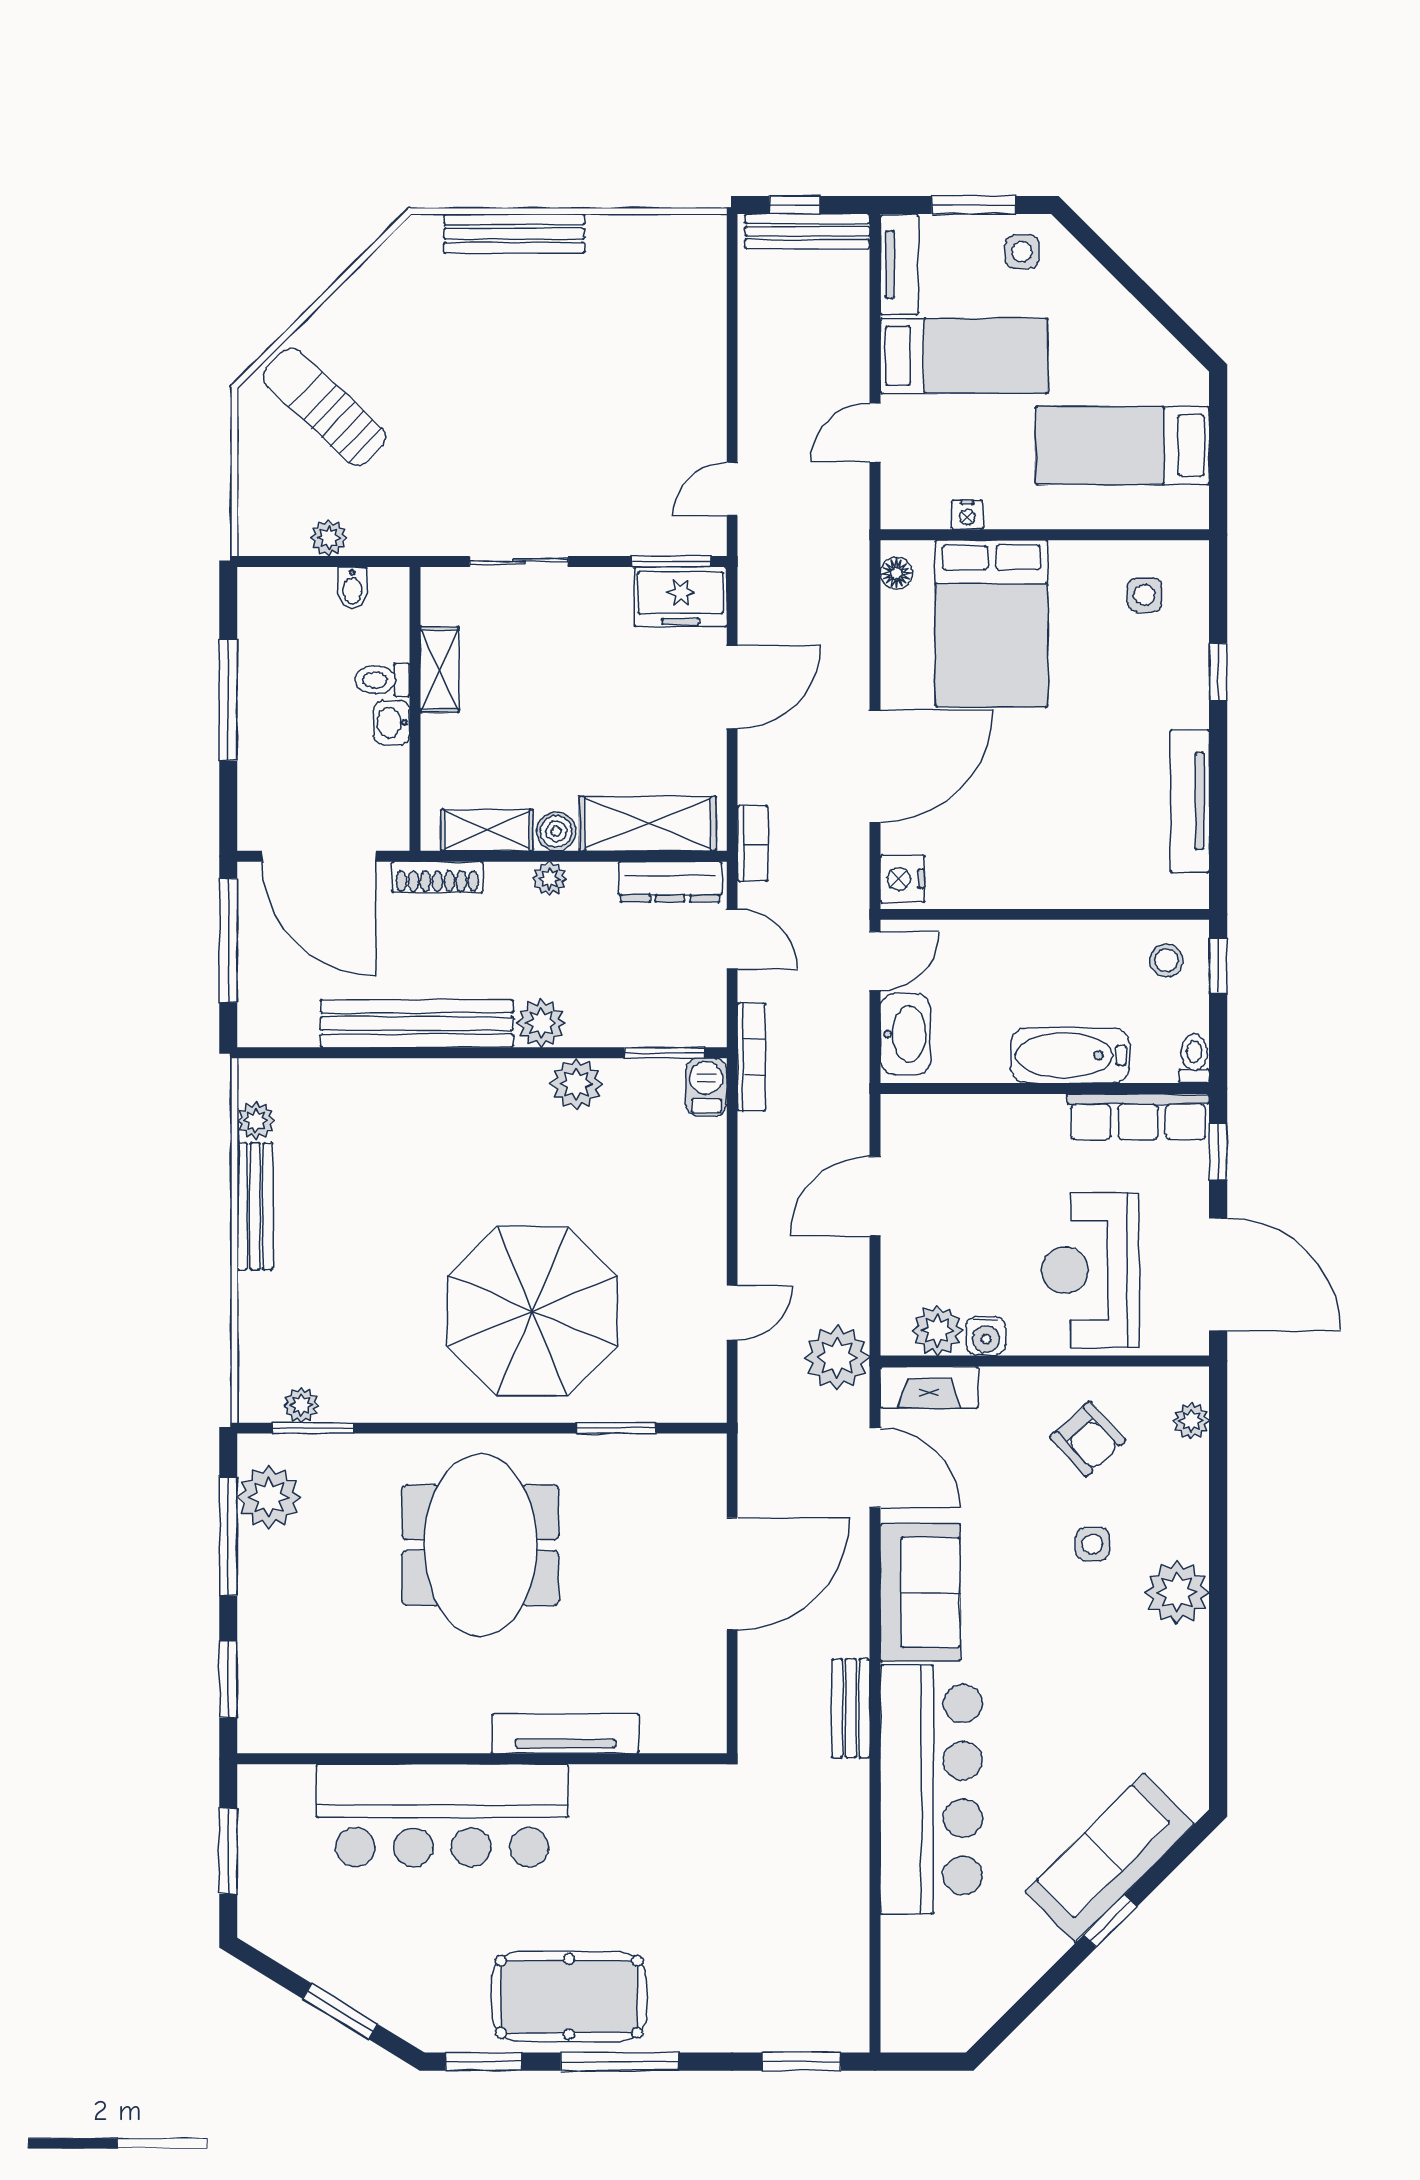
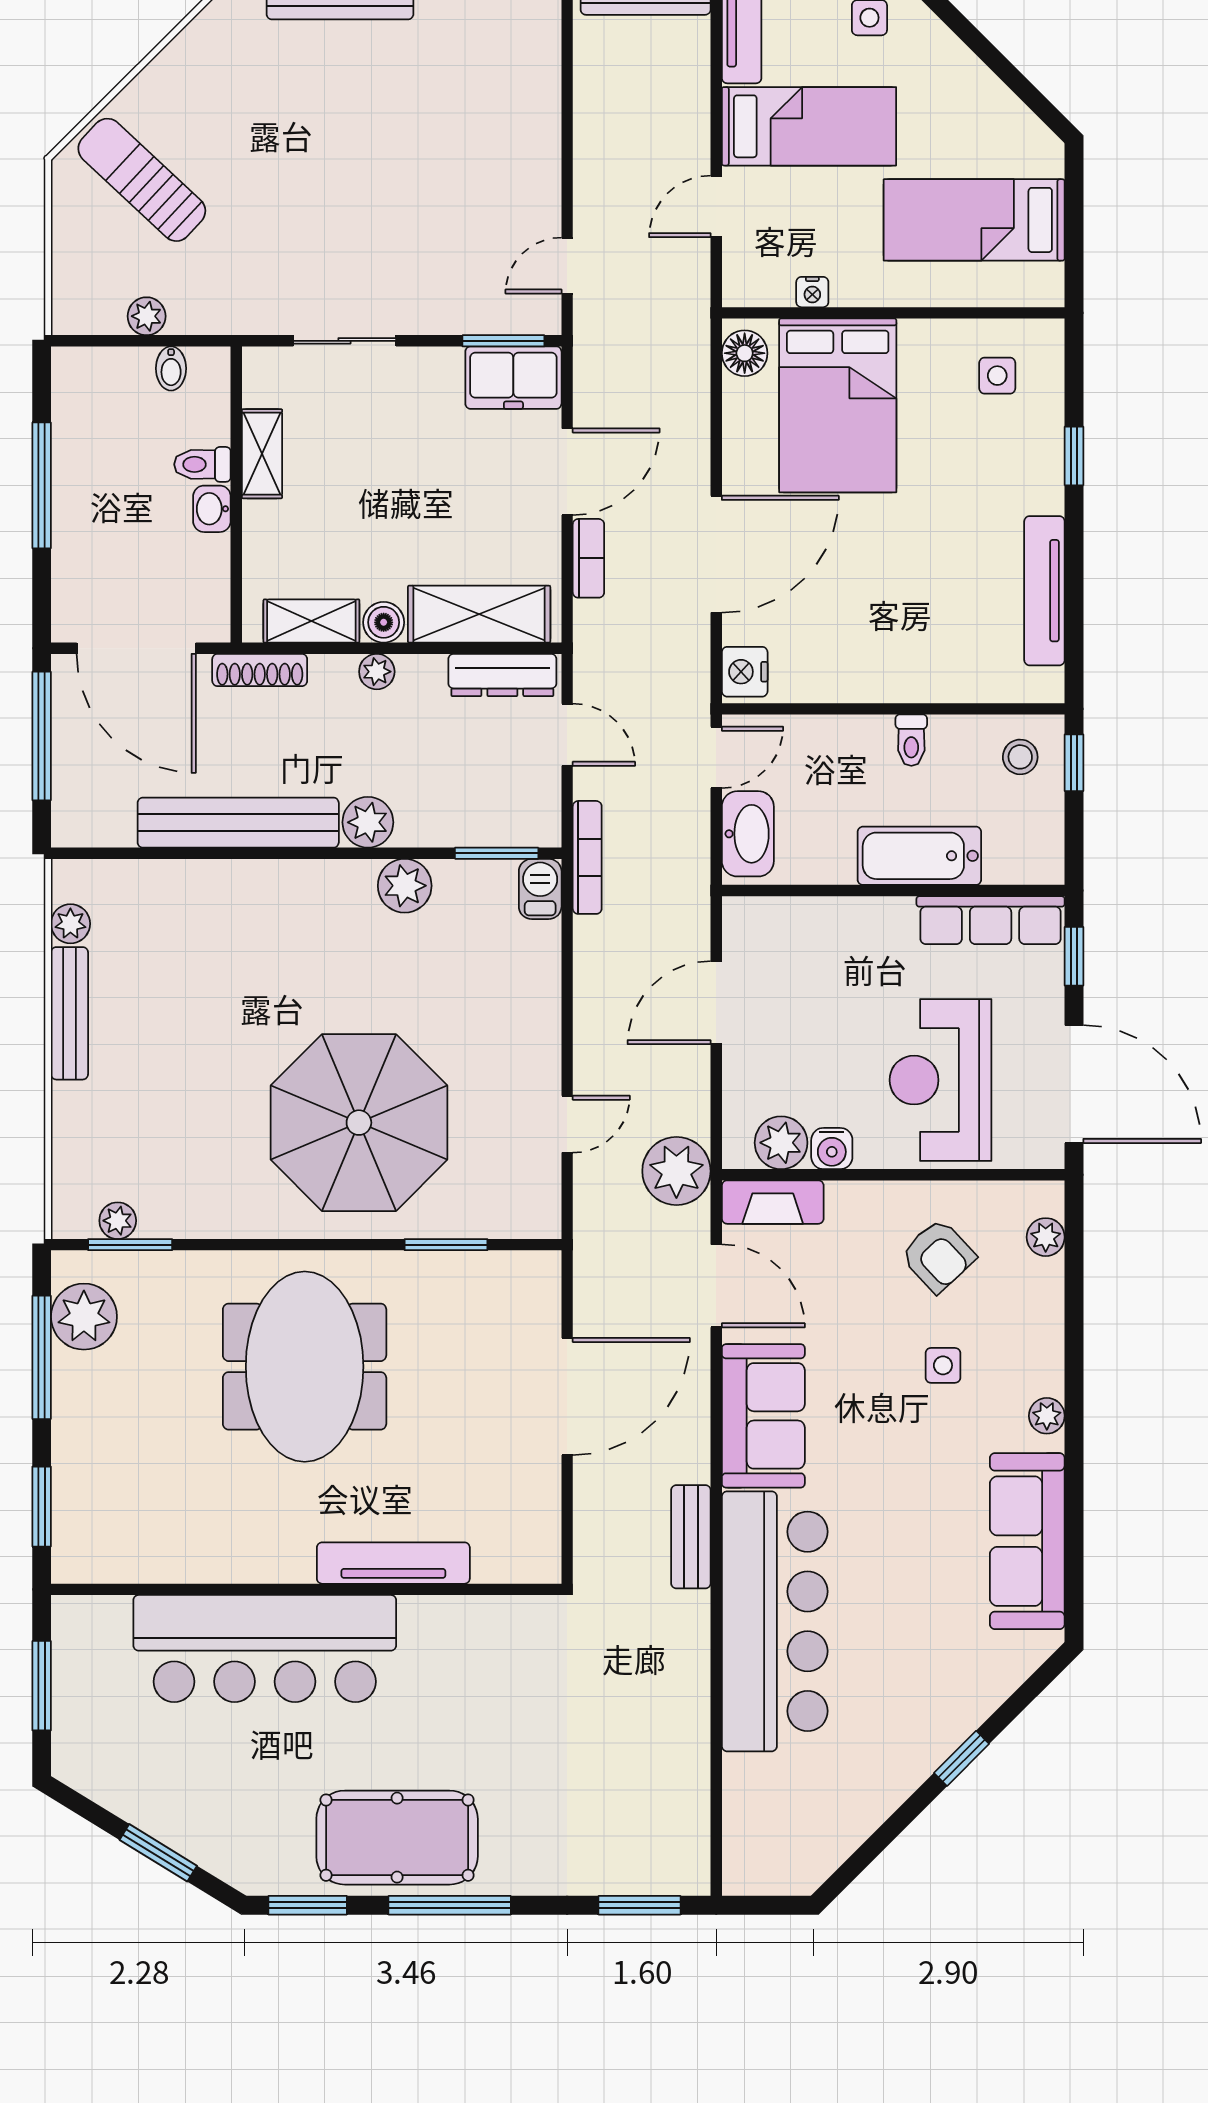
floor lamp: (896, 573) -> (745, 353), width x1.37, depth x1.37
bookcase: (753, 843) -> (588, 558), moved
toilet: (1194, 1059) -> (911, 740), moved, turned 180
plant: (1177, 1592) -> (1047, 1416), width x0.53, depth x0.53
sofa: (1110, 1858) -> (1027, 1541), moved, turned -45

